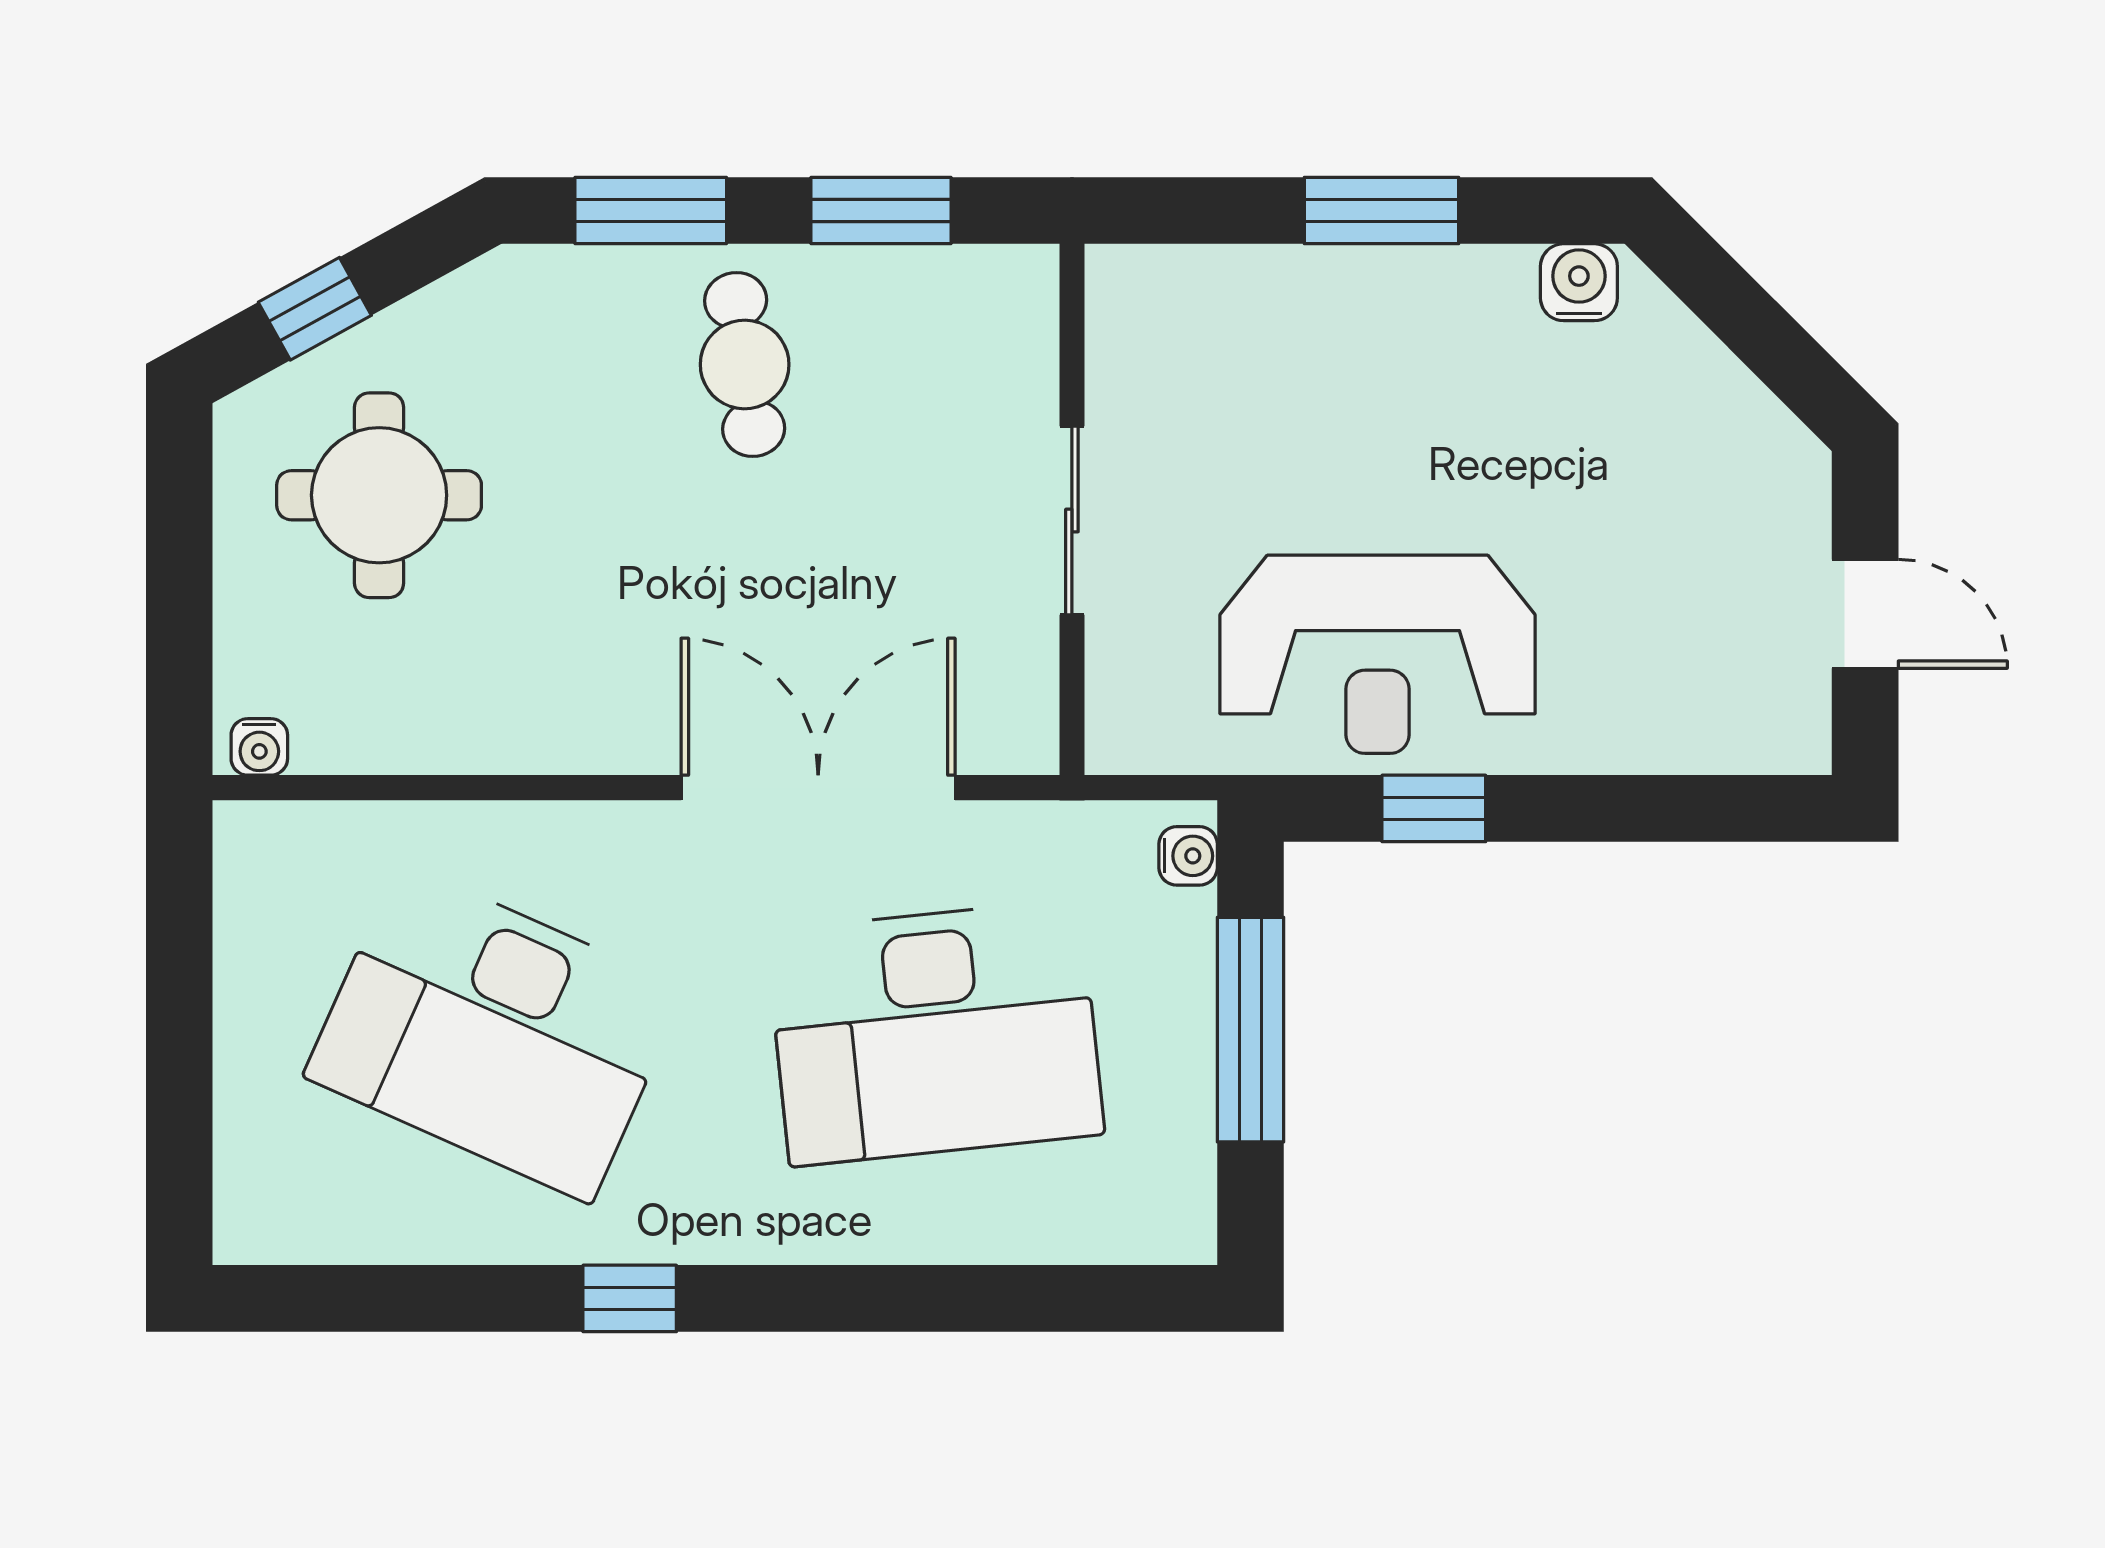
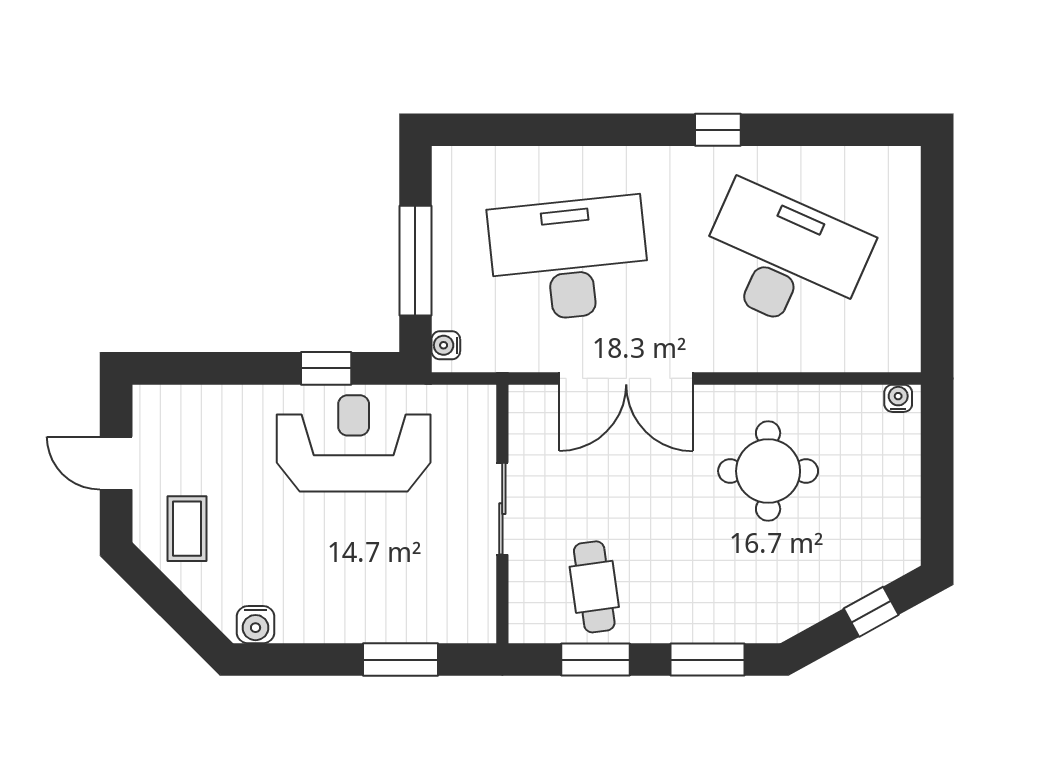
window: (1382, 211) -> (401, 660), moved
cafe table: (745, 364) -> (594, 587), moved
coffee table: (1720, 479) -> (187, 529), added
round table: (379, 495) -> (768, 471), moved

